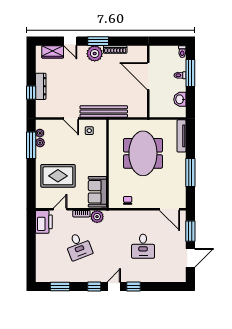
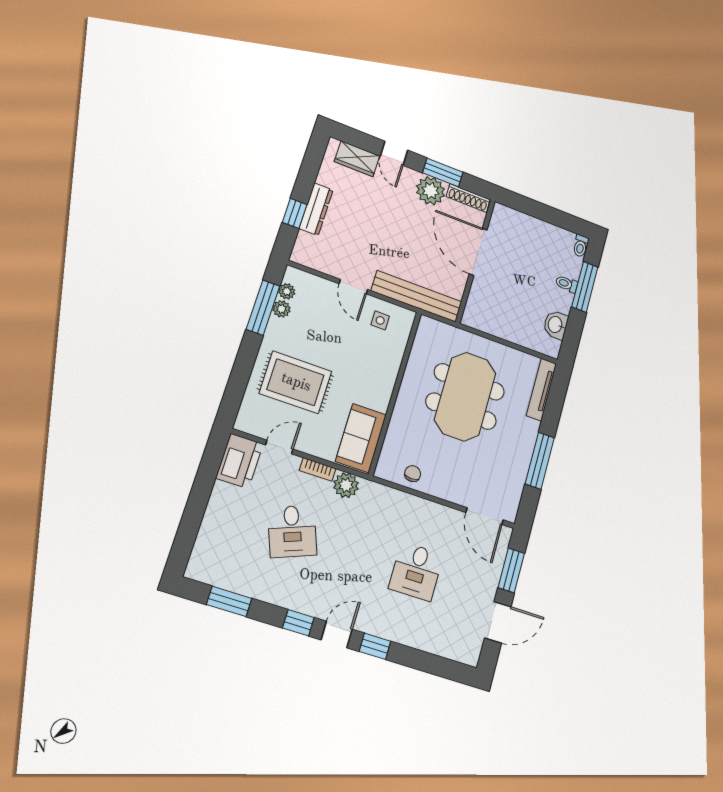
door: (148, 76) -> (478, 252), moved
wall: (148, 81) -> (476, 261), moved

